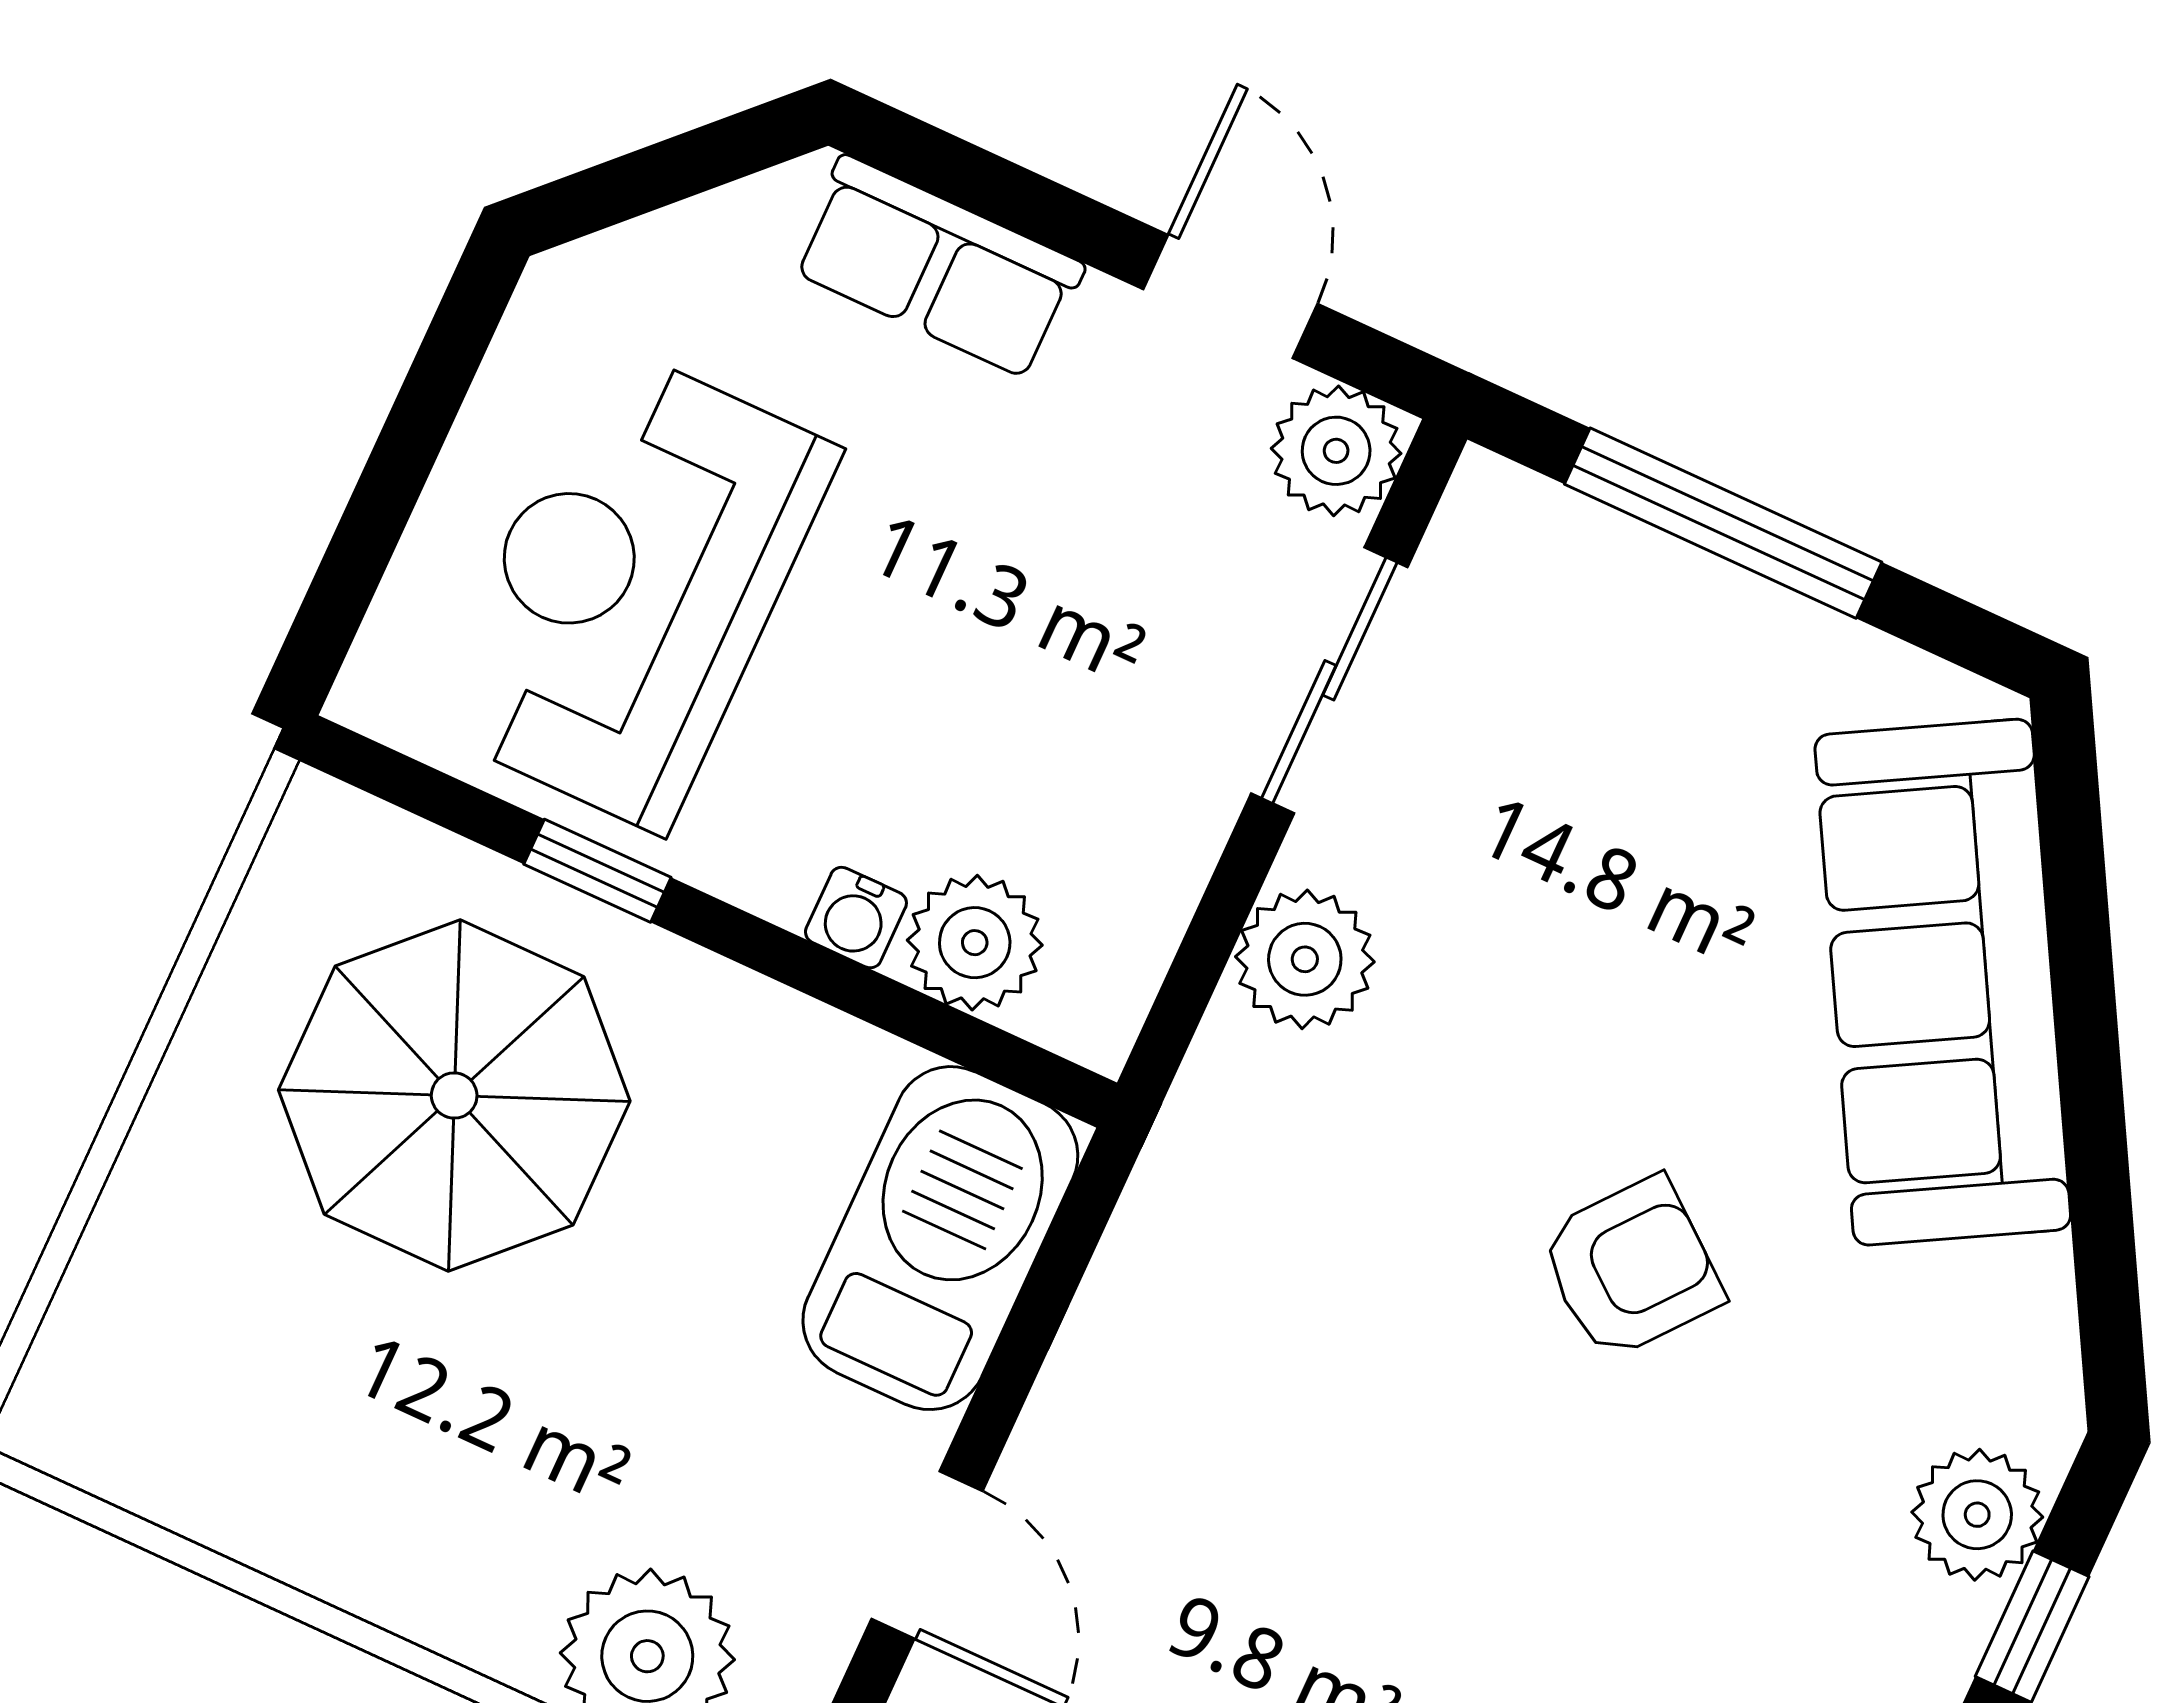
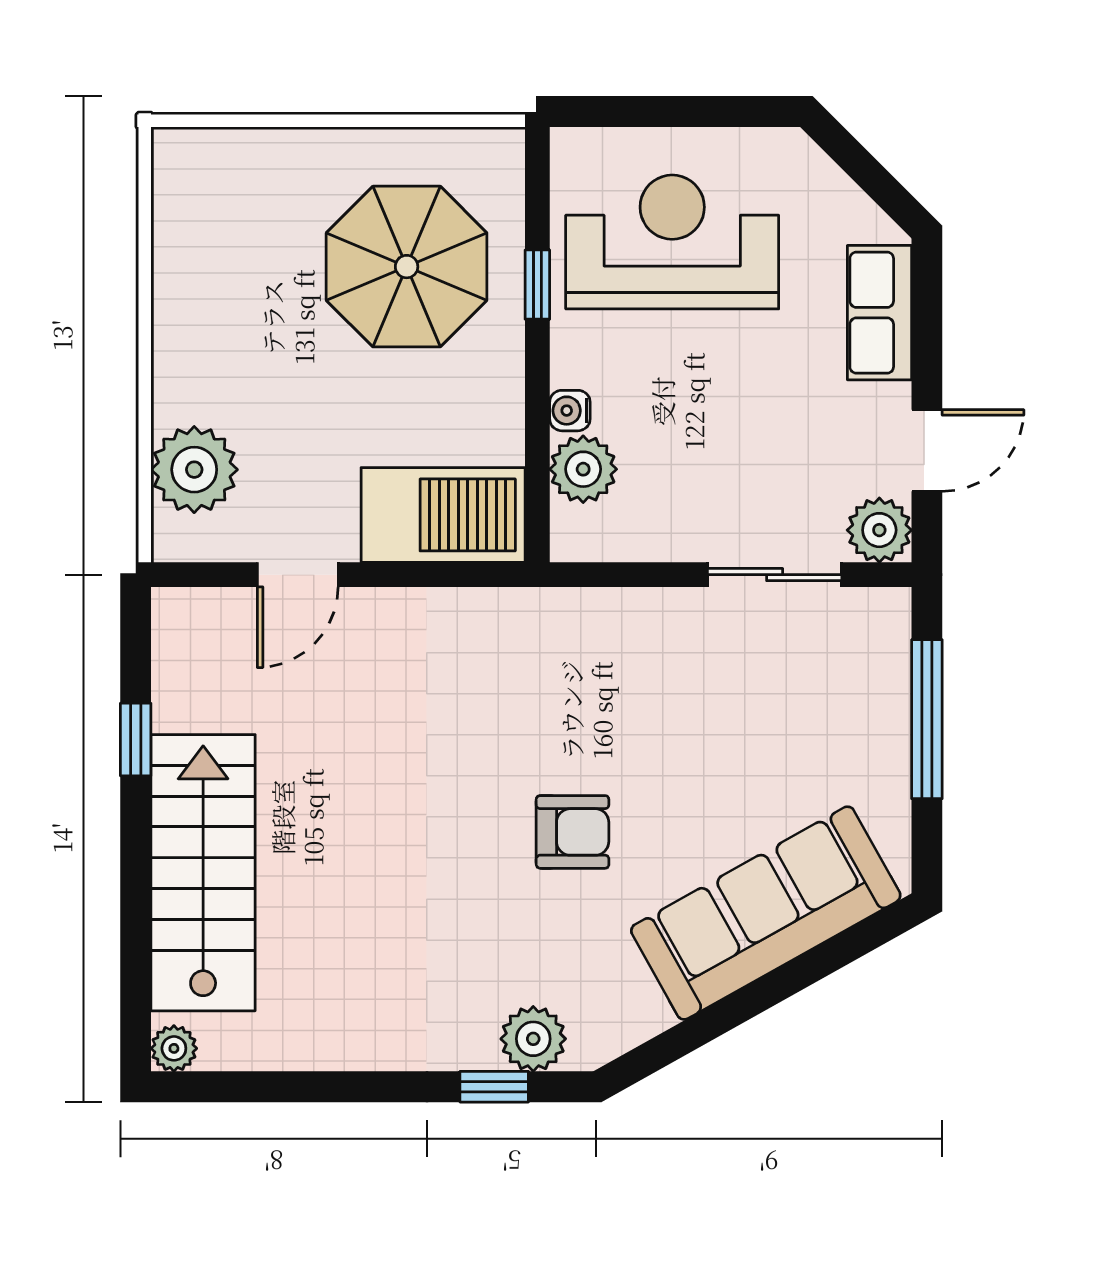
plant: (1305, 959) -> (644, 621), removed
armchair: (1631, 1268) -> (573, 832), turned -39

